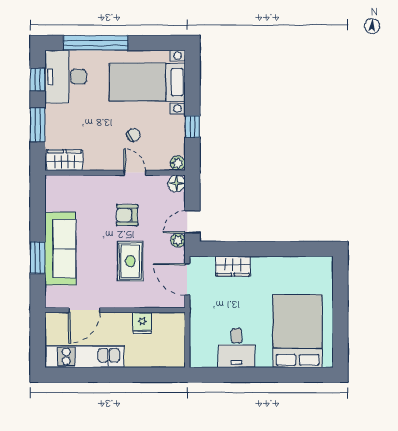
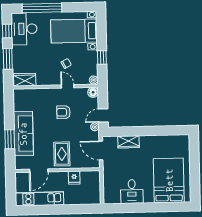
rug: (130, 261) -> (62, 154), moved

